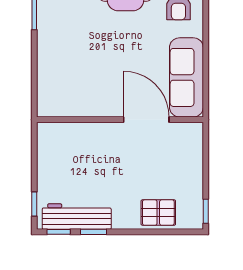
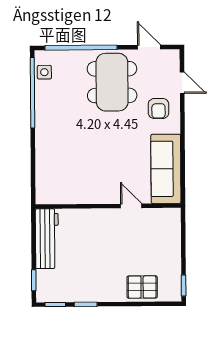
door: (146, 120) -> (131, 206), width x0.53
workbench: (77, 217) -> (47, 239), moved, turned 90

